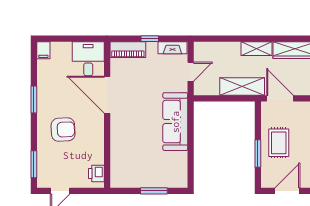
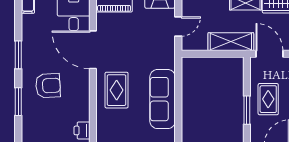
sofa: (175, 122) -> (163, 99), moved
rug: (130, 134) -> (117, 90), added
window: (34, 164) -> (18, 102), moved

